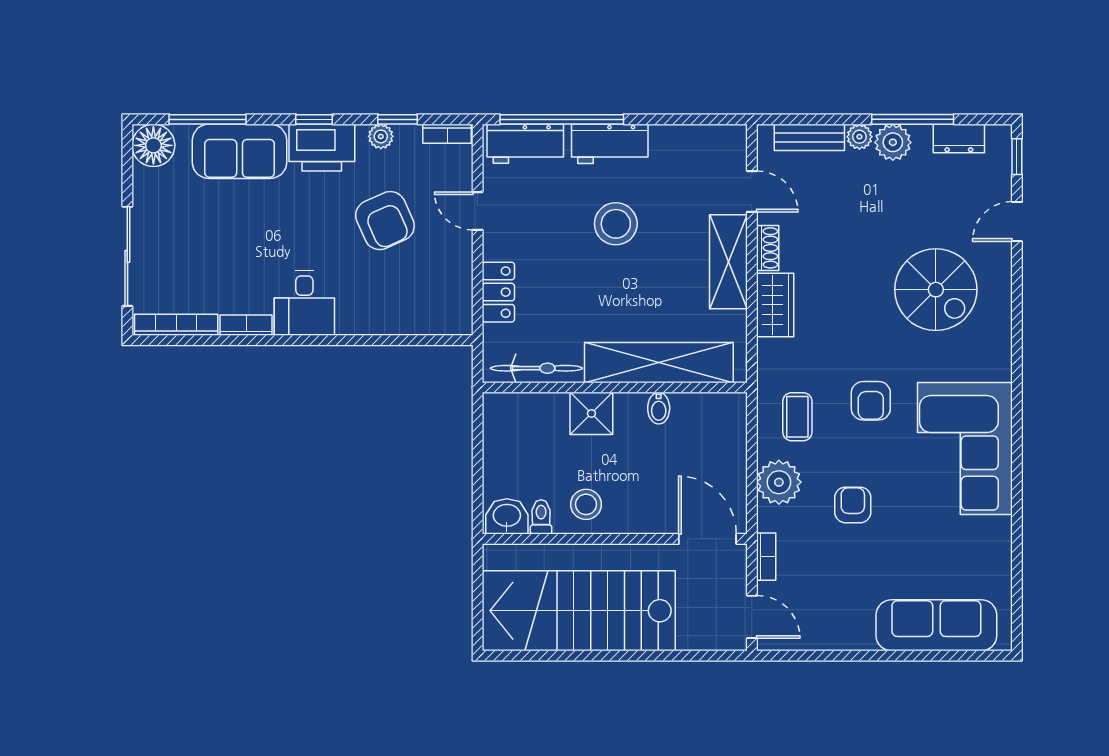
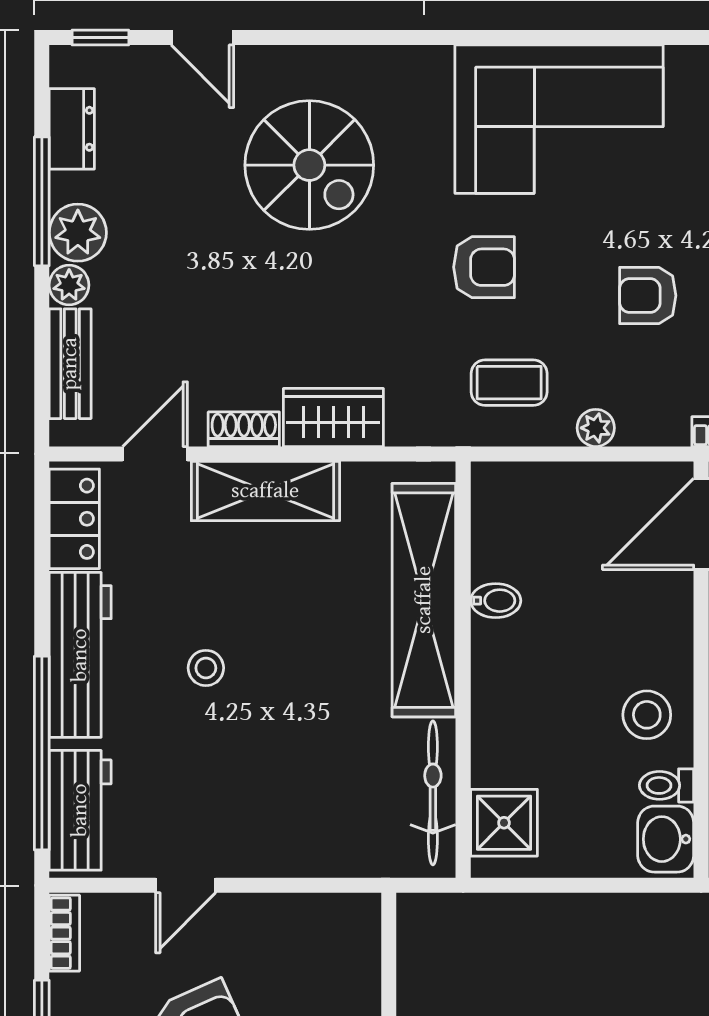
workbench: (610, 144) -> (80, 655), width x1.38
stool: (616, 224) -> (206, 668), width x0.53, depth x0.53
spiral stairs: (936, 290) -> (309, 165), turned 90
locker: (498, 292) -> (74, 519), moved, turned 90
shower: (591, 413) -> (504, 823), moved
plant: (779, 482) -> (596, 428), width x0.53, depth x0.53

